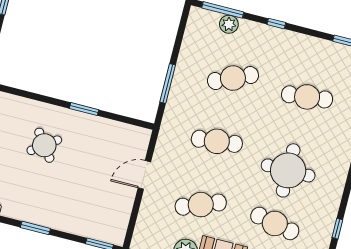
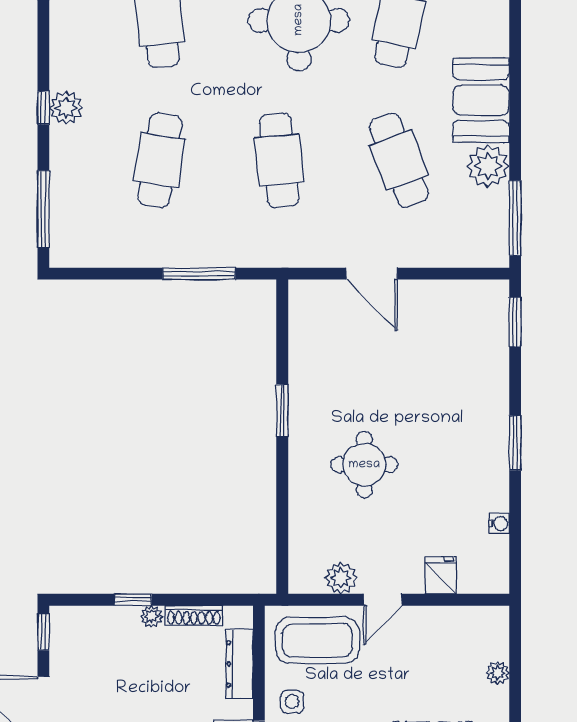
plant: (229, 24) -> (66, 108), moved
cafe table: (233, 78) -> (160, 160), turned 33
round table: (44, 145) -> (364, 465), turned 36

